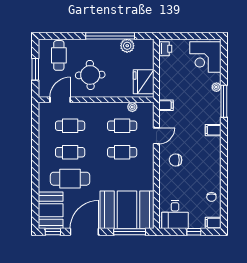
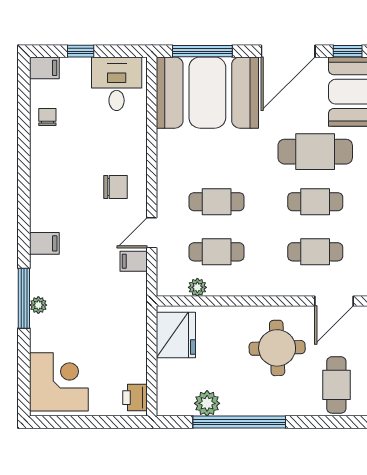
plant: (216, 87) -> (38, 305), moved
filing cabinet: (166, 105) -> (134, 261), moved

